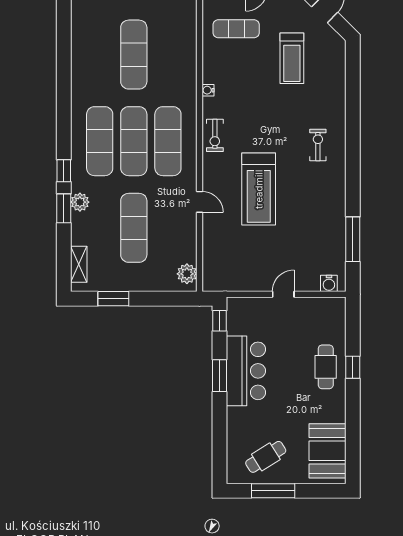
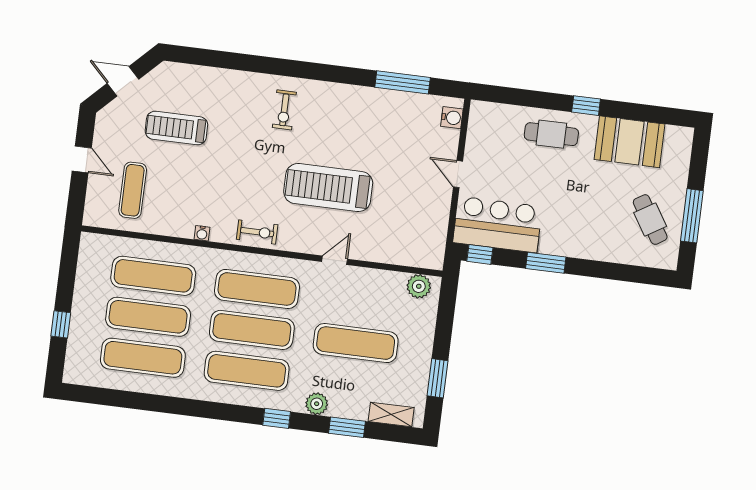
exercise mat: (100, 55) -> (143, 358), added
exercise mat: (168, 55) -> (153, 276), added
treadmill: (292, 58) -> (176, 128), turned 180
exercise bike: (318, 145) -> (284, 110), turned -90
treadmill: (259, 189) -> (328, 188), turned 180
window: (64, 208) -> (347, 427), moved
window: (353, 367) -> (586, 106), moved
bar counter: (246, 371) -> (498, 224), moved
booth: (328, 451) -> (629, 142), moved

